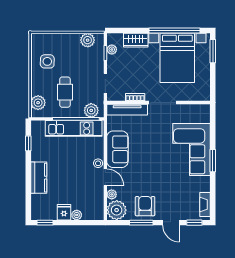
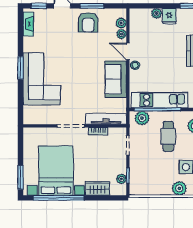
plant: (88, 40) -> (179, 188), moved
plant: (117, 210) -> (121, 23), width x0.53, depth x0.53

